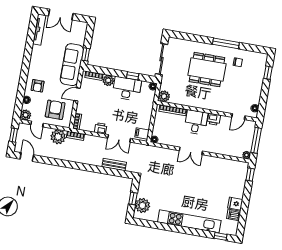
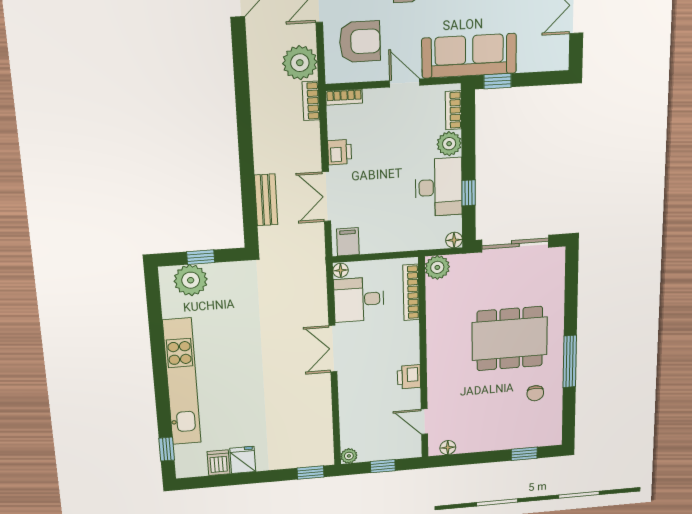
dining table: (207, 70) -> (510, 339), turned 90
desk: (196, 122) -> (359, 300), moved, turned 180
window: (256, 140) -> (383, 466), width x0.46

